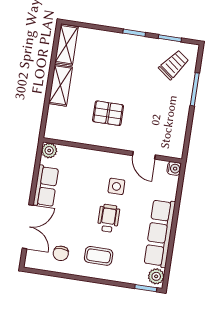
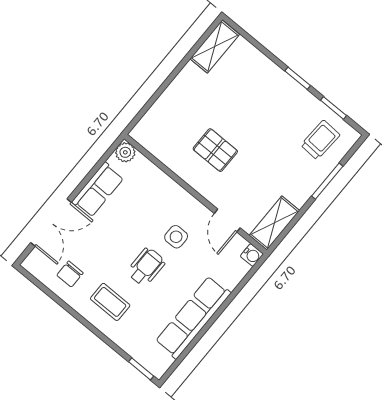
trolley: (174, 65) -> (320, 140), turned -34
shelving: (60, 85) -> (274, 223), moved
plant: (156, 276) -> (160, 363), removed

